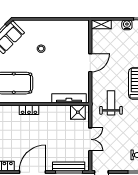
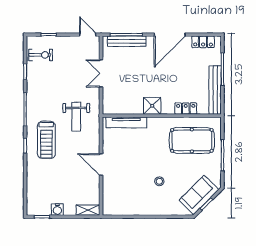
door: (90, 63) -> (101, 165), hinge flipped
locker: (29, 110) -> (186, 109), moved
shower: (78, 112) -> (152, 106), moved

